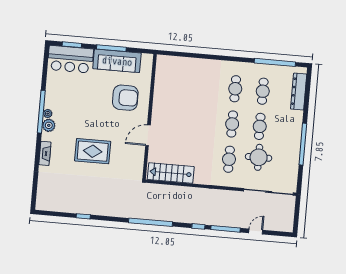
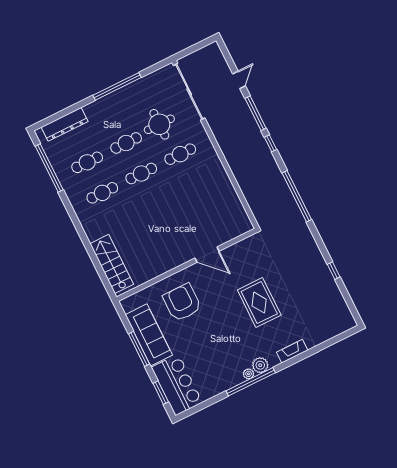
stairs: (171, 173) -> (112, 264), moved, turned 180
door: (256, 231) -> (239, 80), swing flipped

